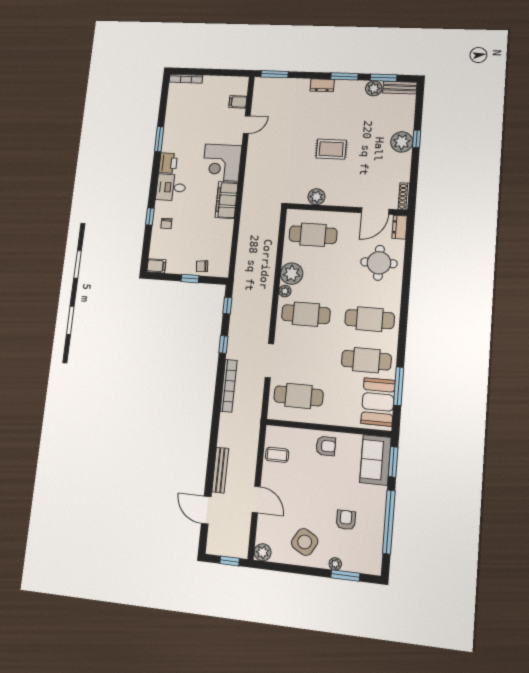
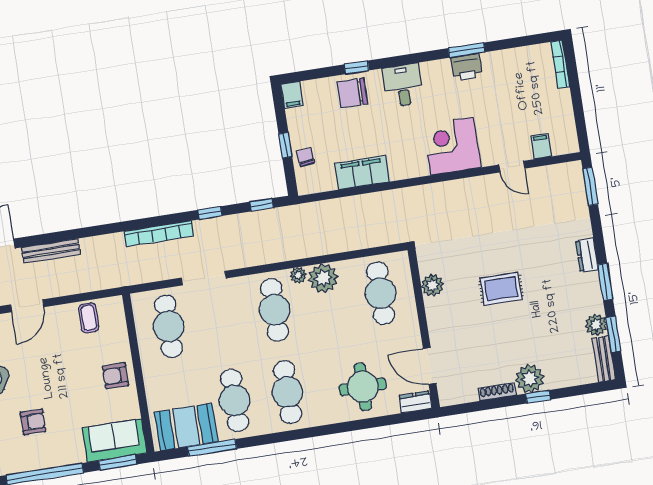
rug: (331, 149) -> (501, 289), turned 90
printer: (168, 163) -> (467, 67), moved
shoe rack: (404, 196) -> (497, 392), moved
filing cabinet: (227, 200) -> (362, 173), moved
chair: (166, 223) -> (352, 93), width x1.87, depth x1.87
armchair: (326, 446) -> (115, 376), turned 90

